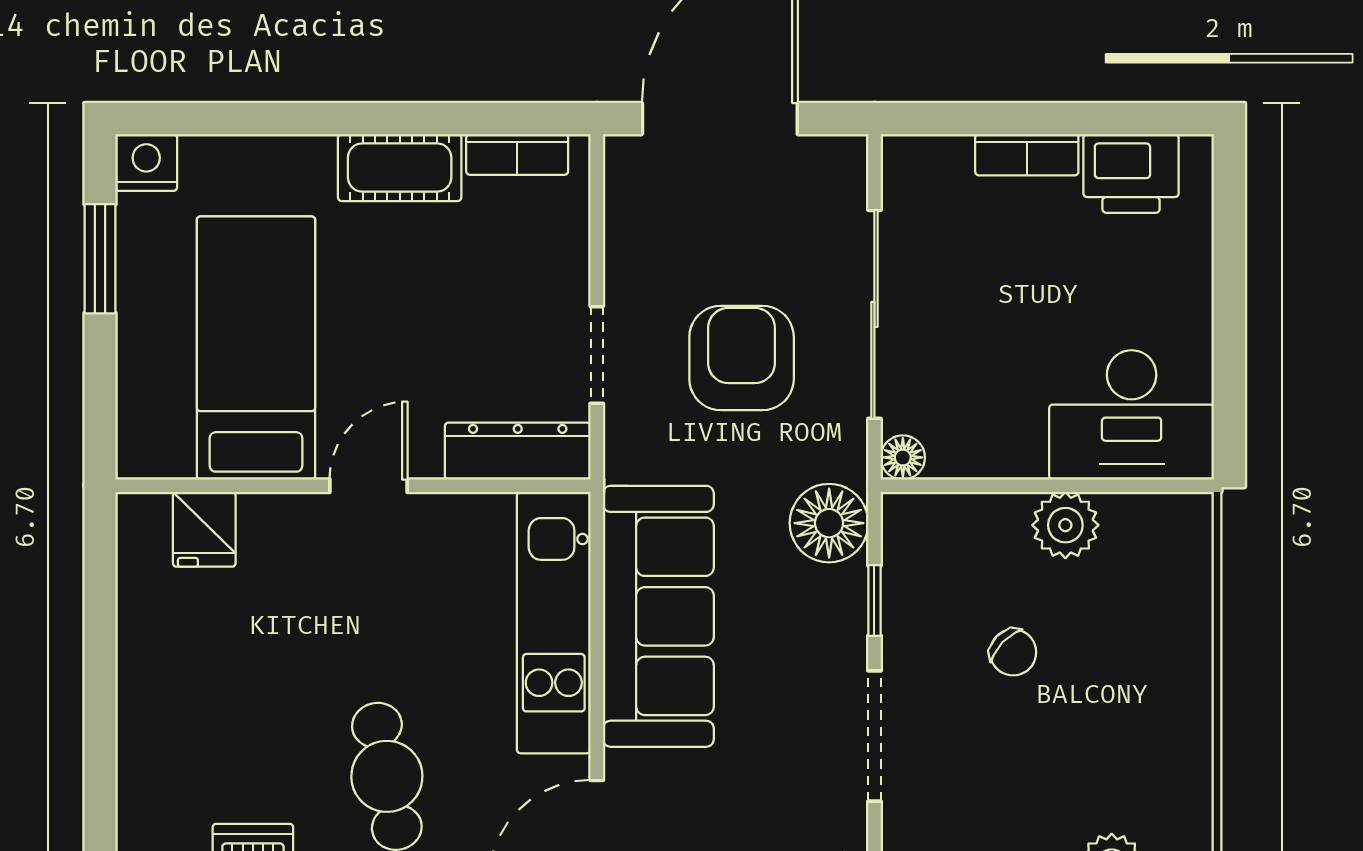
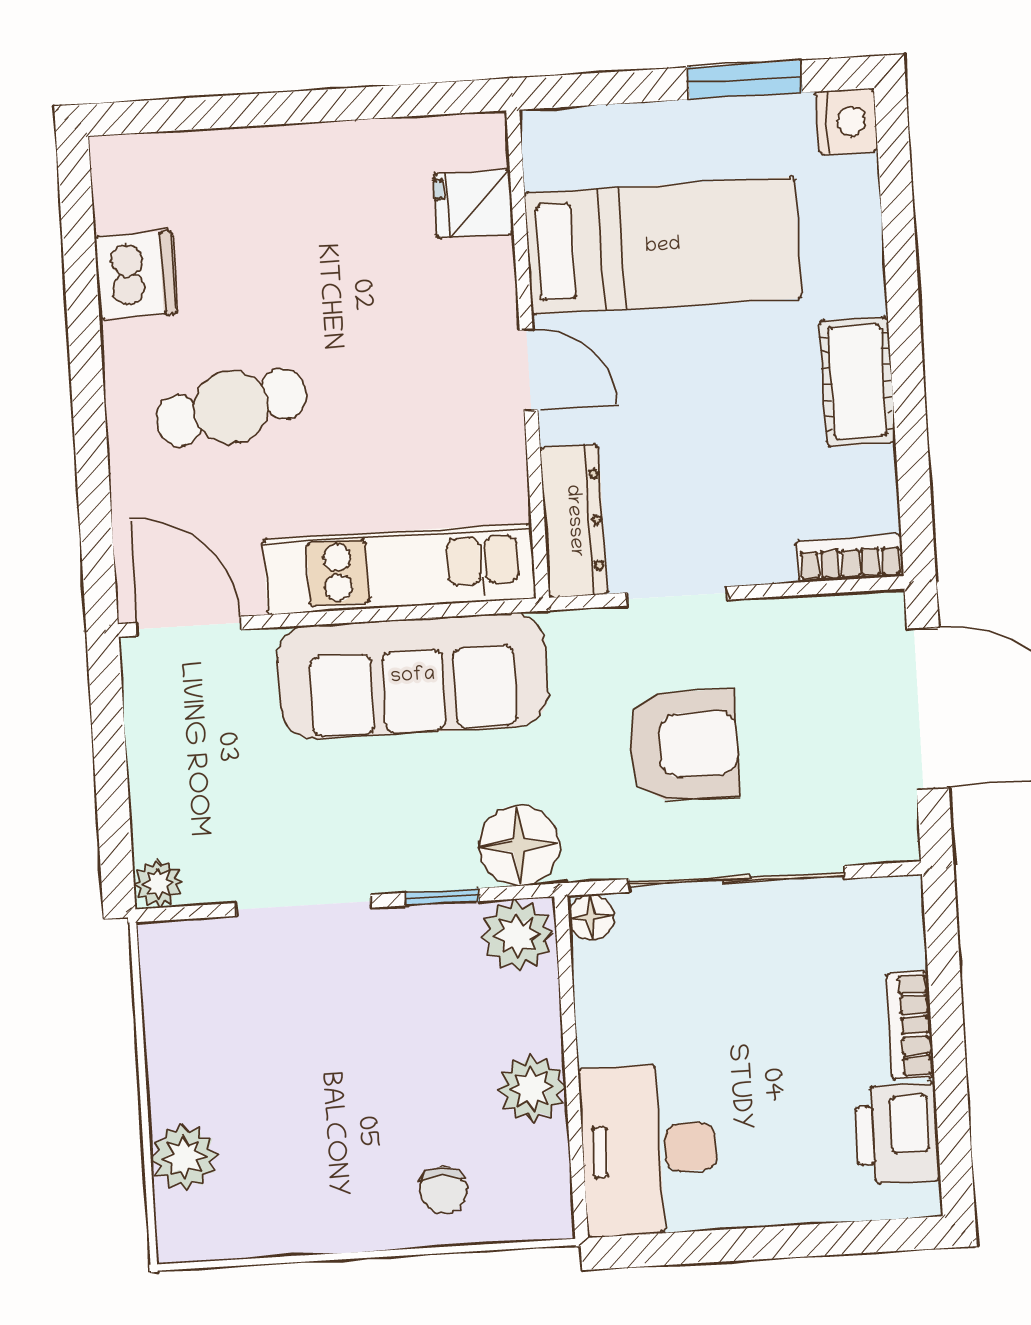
bookcase: (517, 154) -> (850, 558), moved, turned 90
plant: (916, 531) -> (517, 935), added
chair: (1013, 652) -> (444, 1190), moved, turned -44

